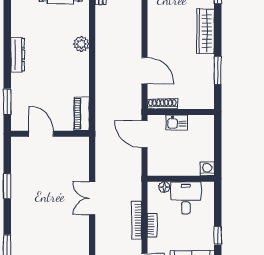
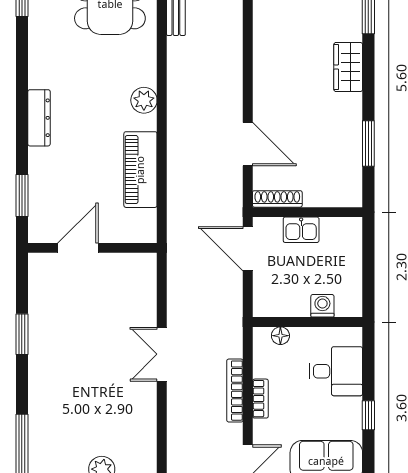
wardrobe: (205, 31) -> (348, 67), width x0.67
piano: (82, 114) -> (140, 170), moved, width x1.37, depth x1.33
door: (41, 134) -> (78, 248), hinge flipped
washing machine: (207, 169) -> (322, 306), moved
desk: (186, 198) -> (336, 371), moved, turned 90

